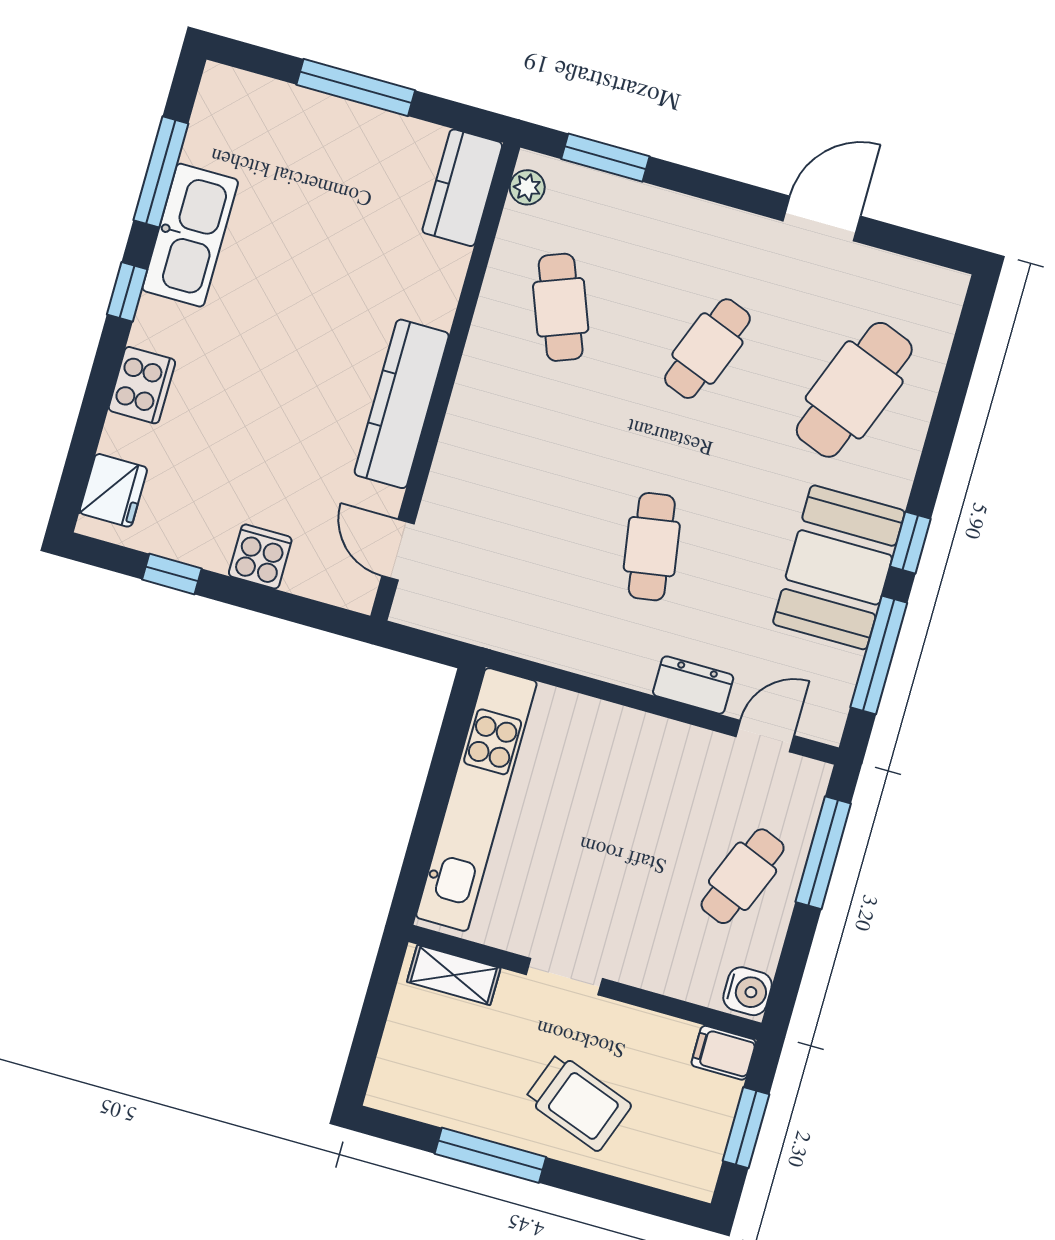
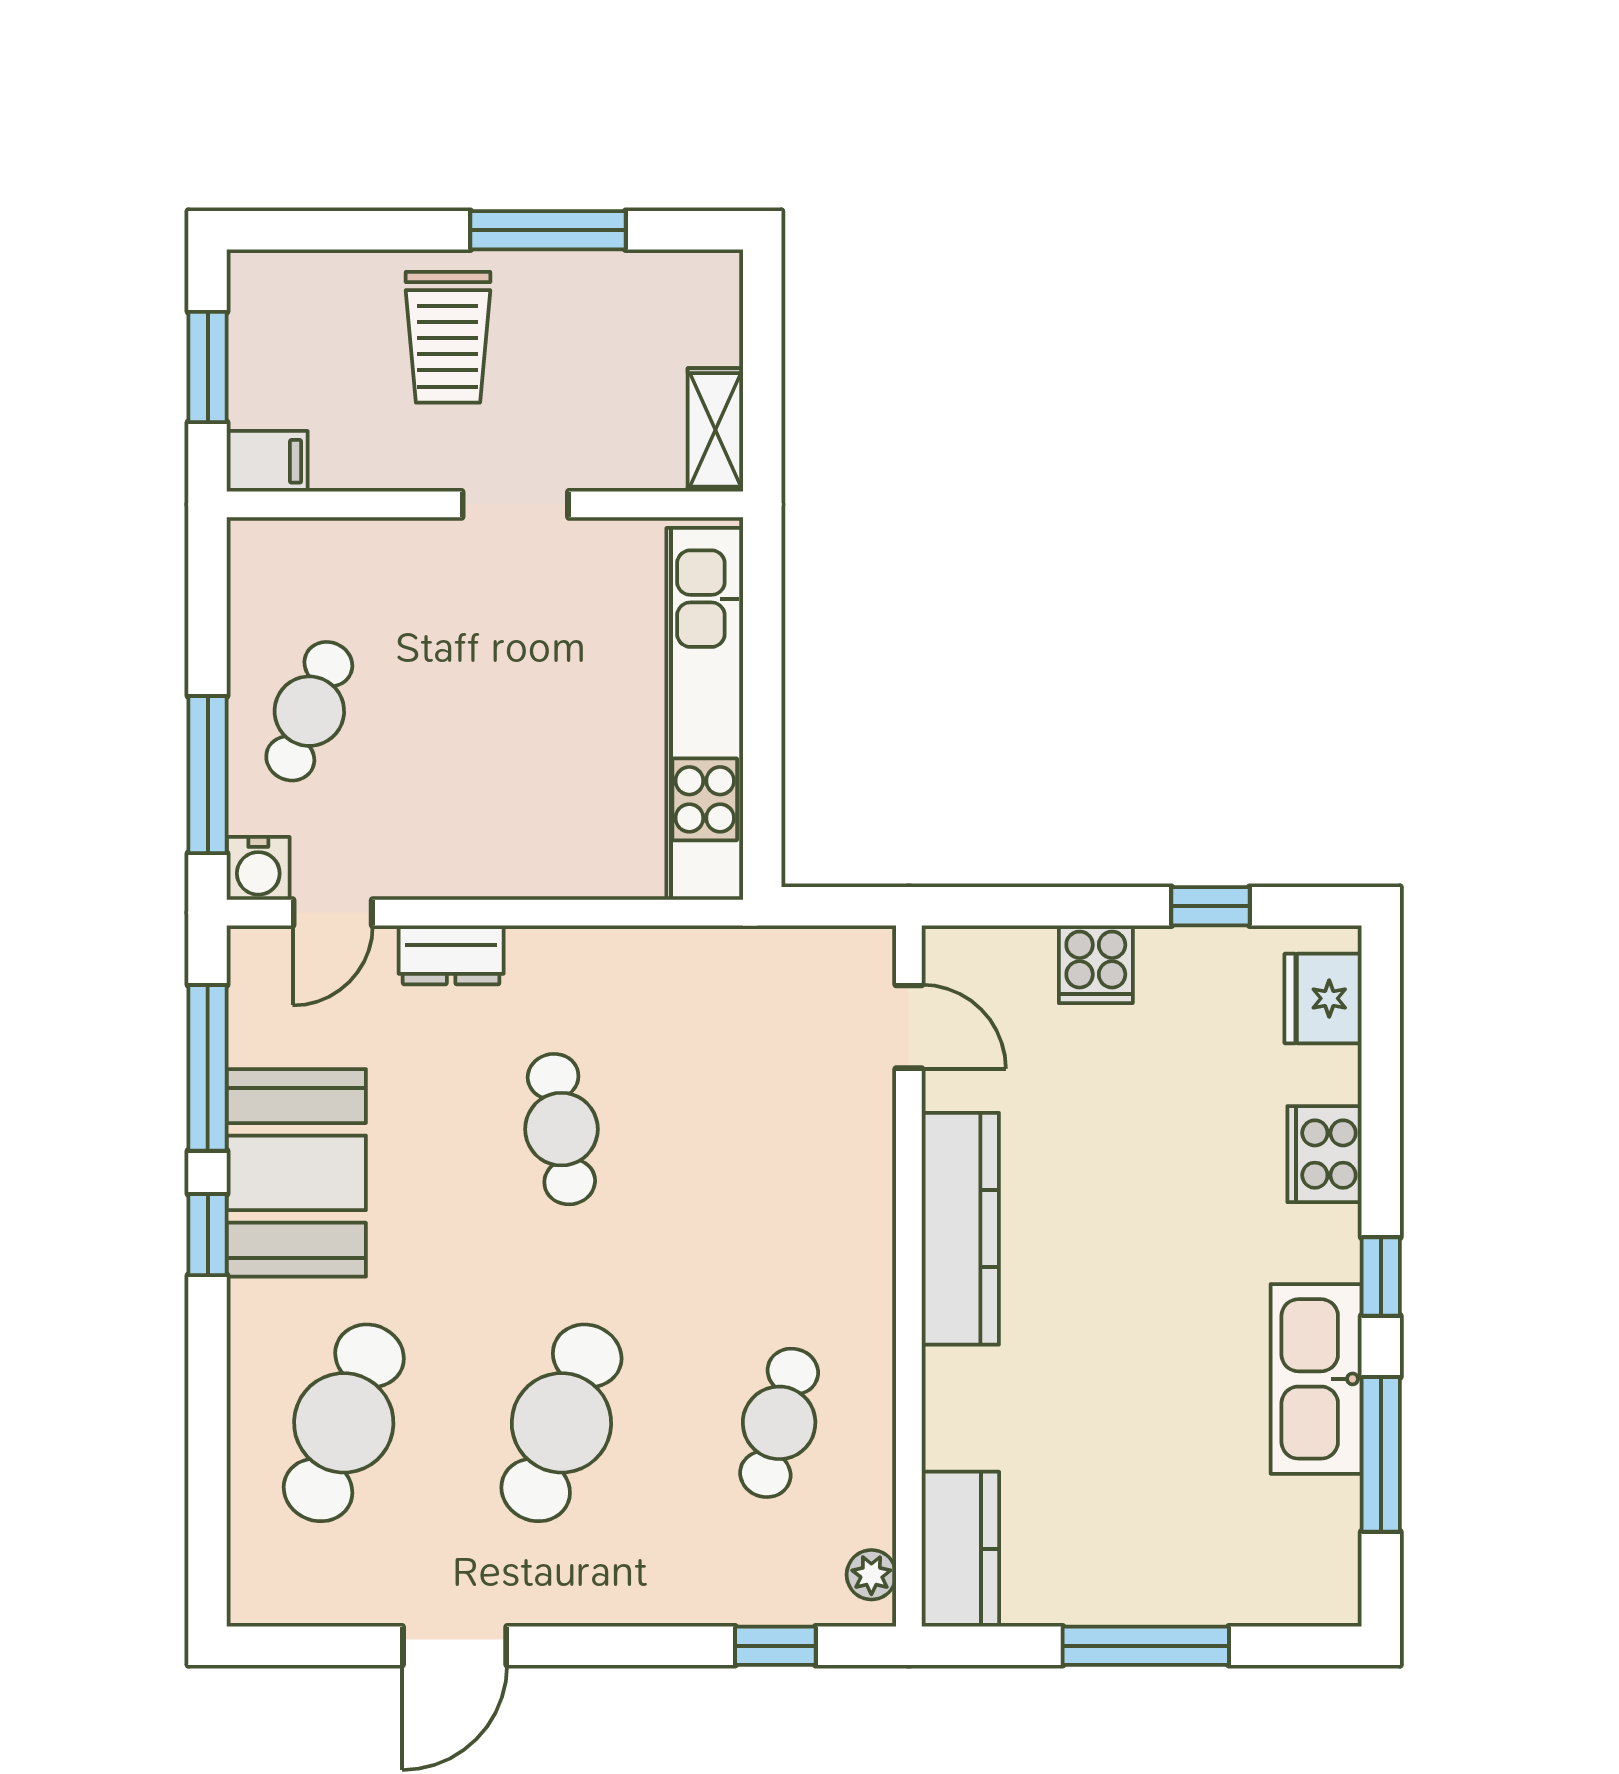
window: (605, 158) -> (775, 1646), width x0.67
cafe table: (561, 307) -> (779, 1423), turned 36
cafe table: (707, 349) -> (561, 1423), width x1.37, depth x1.35
shelving: (454, 975) -> (715, 430), moved, turned 90
water cooler: (748, 991) -> (258, 868), moved, turned -90
trolley: (578, 1102) -> (448, 337), turned -110

